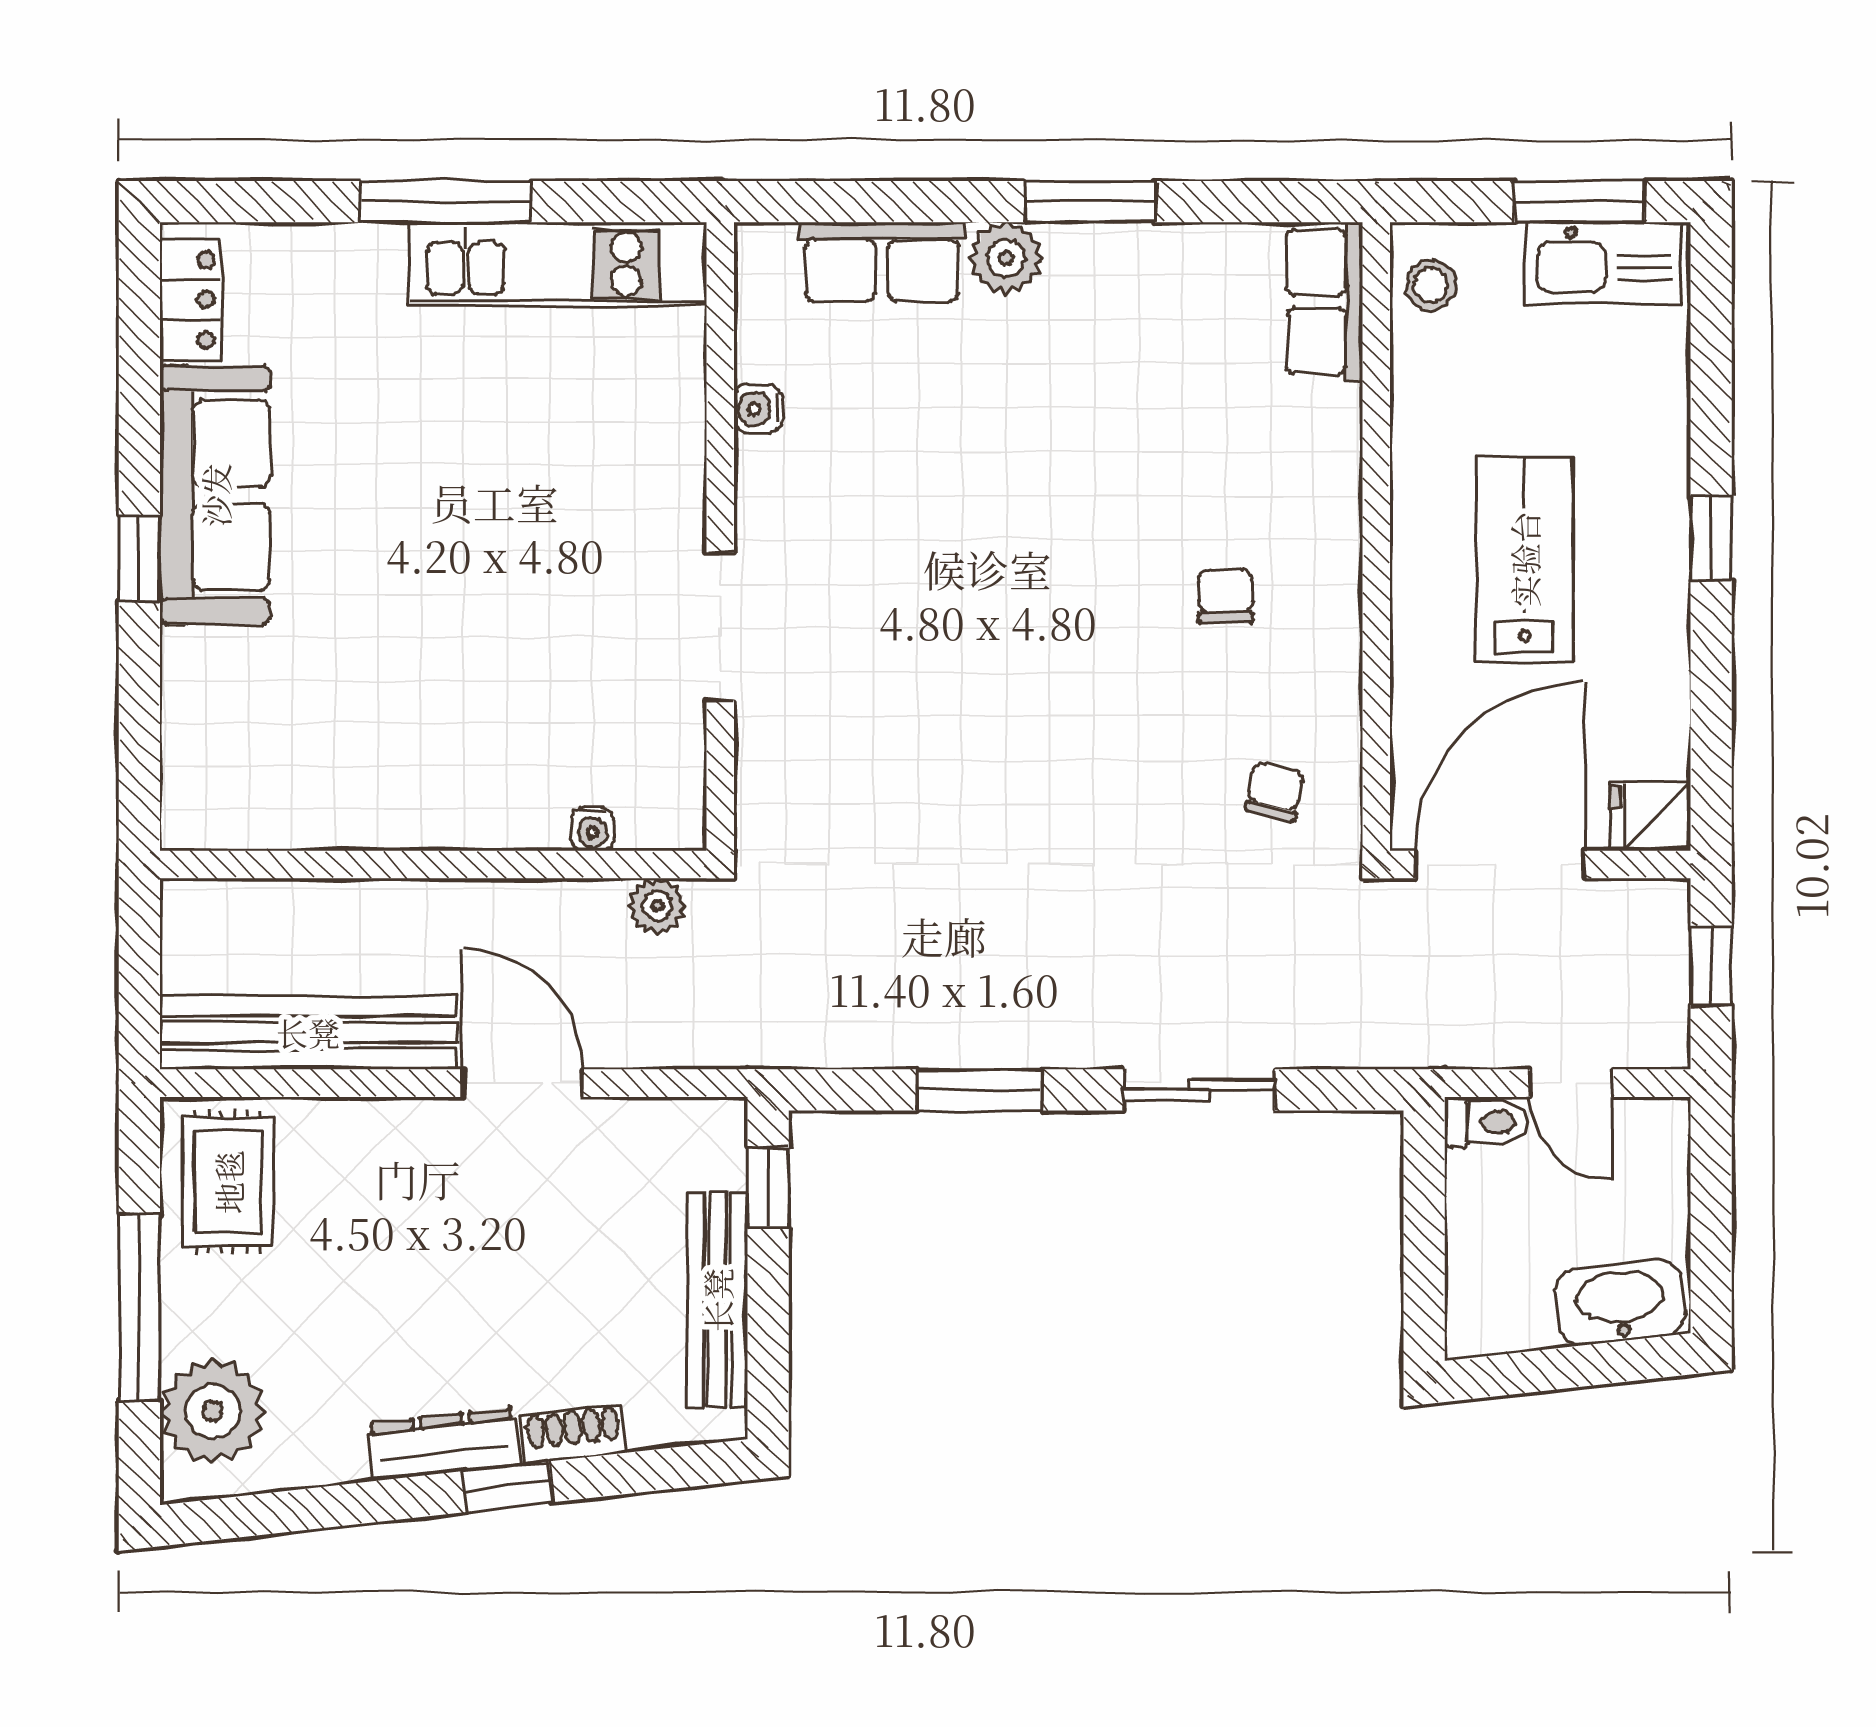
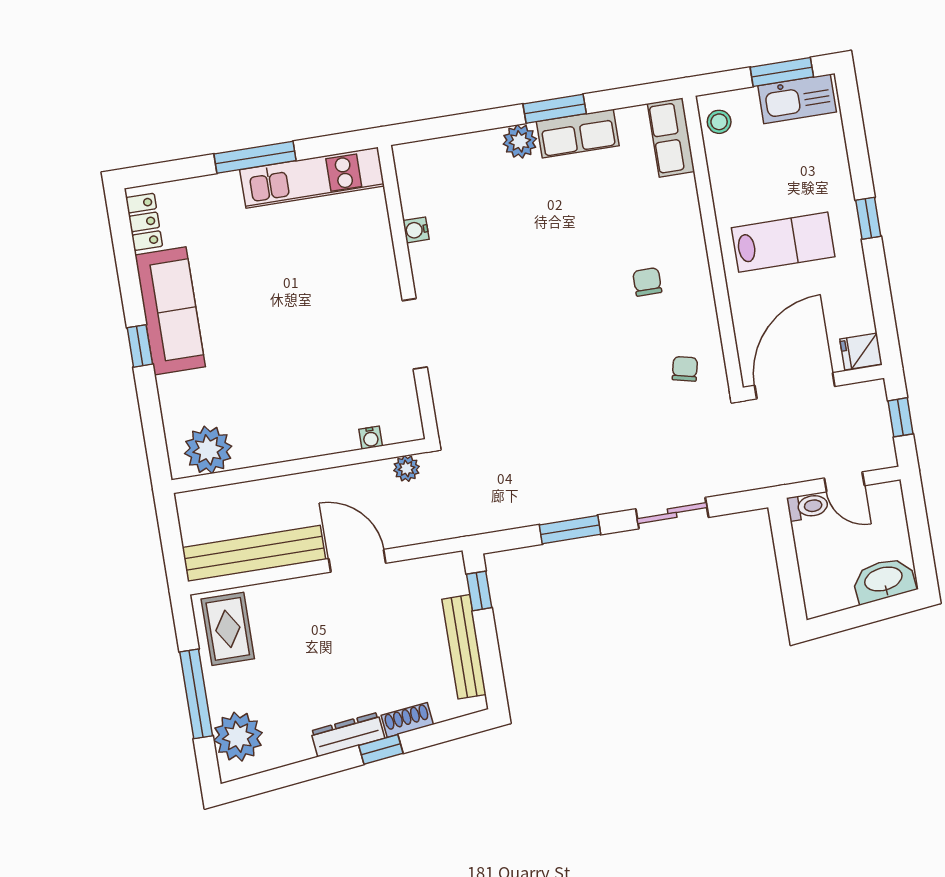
row of seats: (882, 262) -> (578, 134), moved
lab bench: (1524, 559) -> (783, 242), turned 90
plant: (247, 800) -> (208, 450), added

